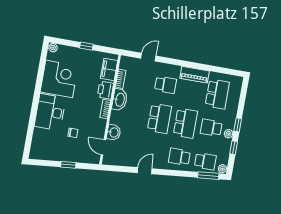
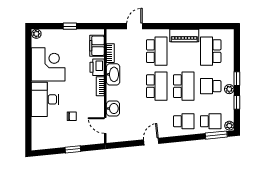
school desk: (165, 85) -> (157, 51), width x1.85
school desk: (217, 94) -> (211, 51), turned 180
school desk: (179, 157) -> (184, 121), turned 180

